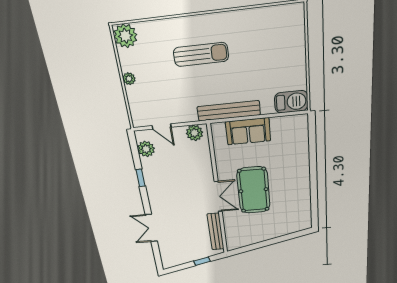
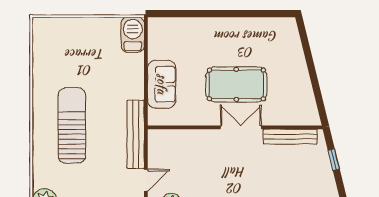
sun lounger: (201, 54) -> (72, 125), width x1.36, depth x1.34
bench: (229, 111) -> (136, 134), moved
plant: (194, 133) -> (157, 144), removed

